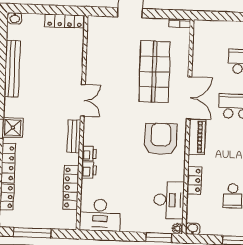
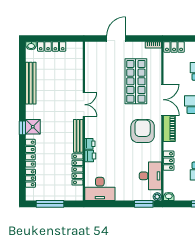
locker: (65, 21) -> (52, 46), moved
locker: (208, 27) -> (174, 47), added
bench: (74, 136) -> (78, 136), width x1.36

